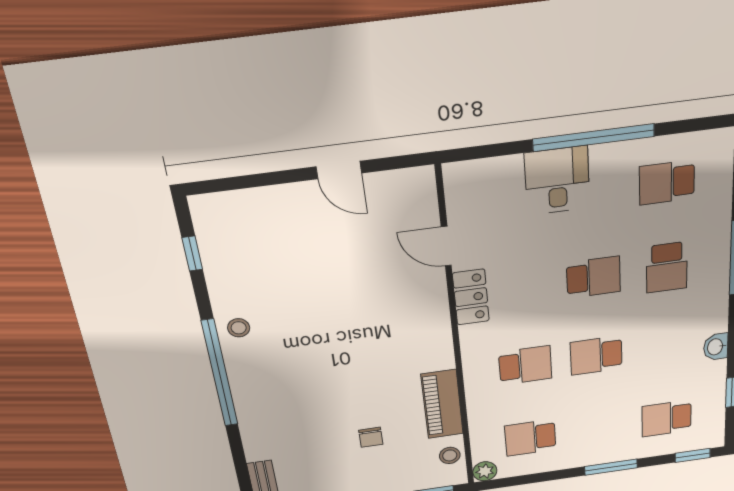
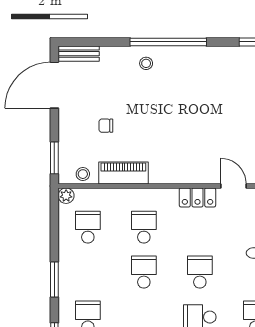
door: (446, 246) -> (233, 186), hinge flipped
school desk: (594, 277) -> (200, 272), turned 180
stool: (239, 328) -> (146, 63), moved
school desk: (525, 365) -> (144, 227), turned 180

